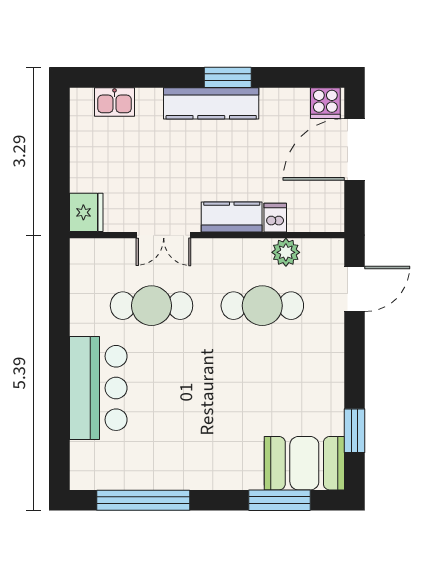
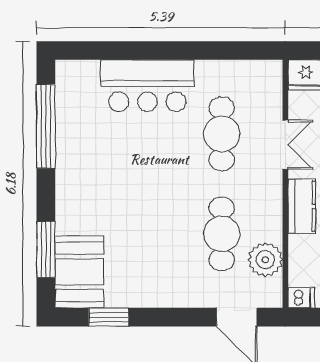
dishwasher: (275, 218) -> (301, 298), moved
double door: (164, 235) -> (285, 145), swing flipped
plant: (286, 252) -> (265, 260), width x1.36, depth x1.36

